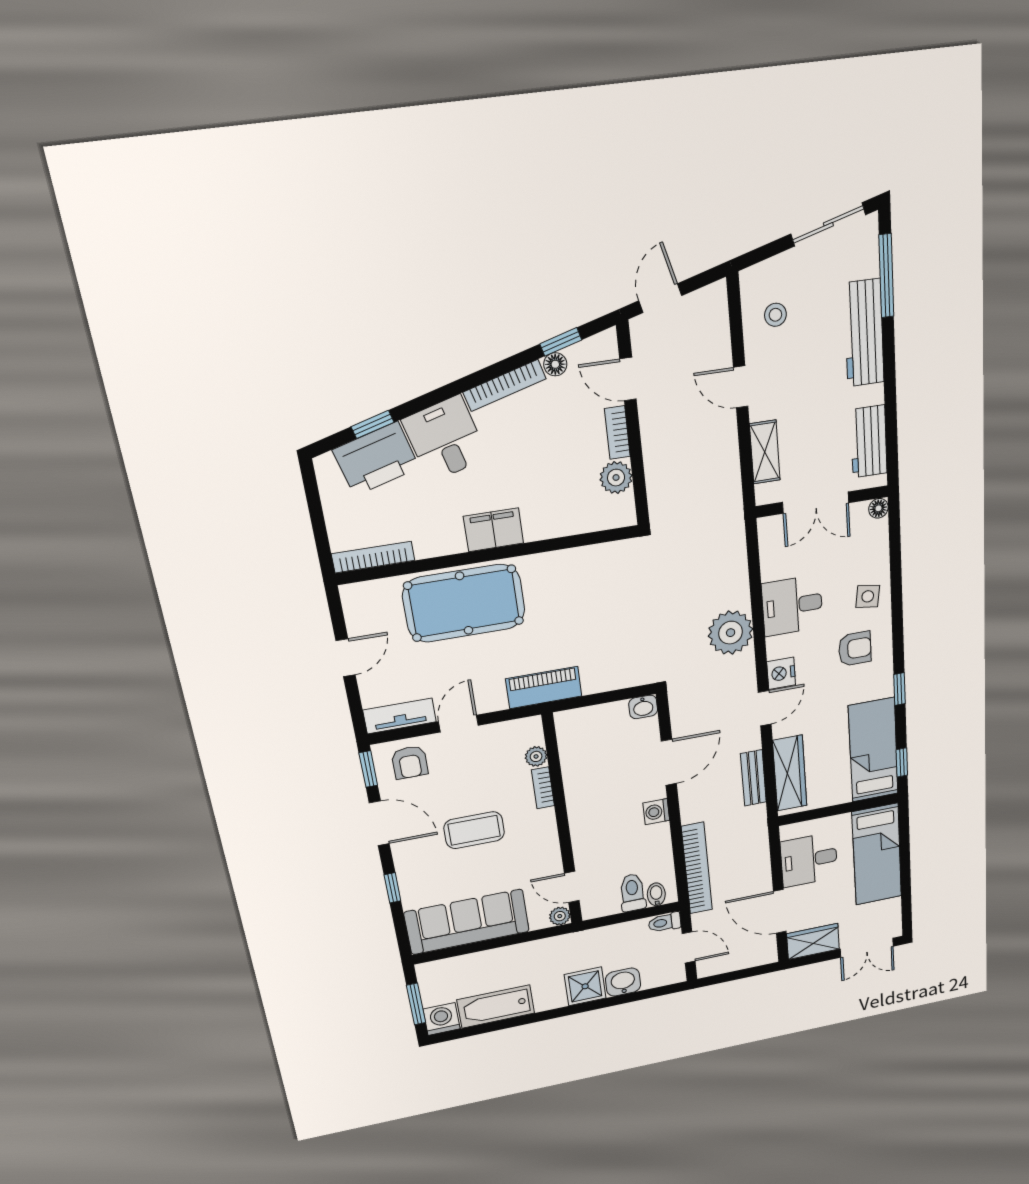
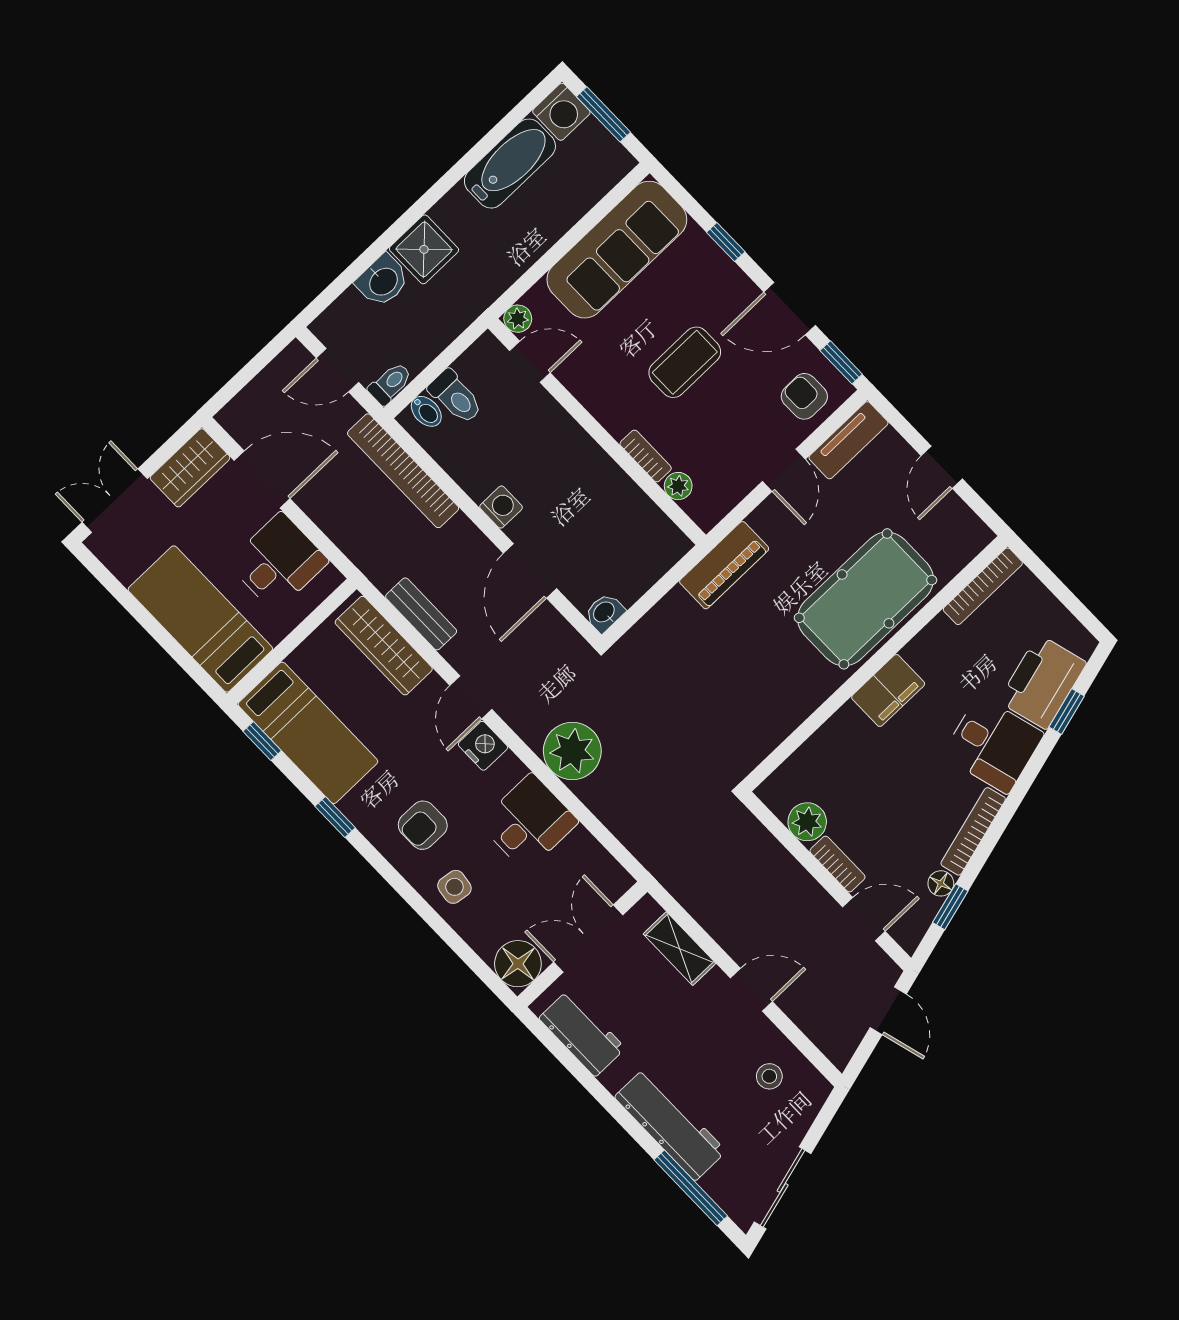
floor lamp: (878, 508) -> (518, 964), width x1.89, depth x1.89

